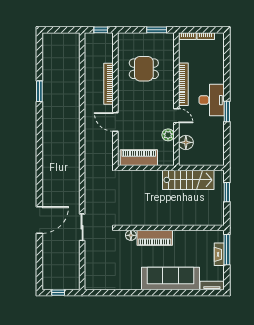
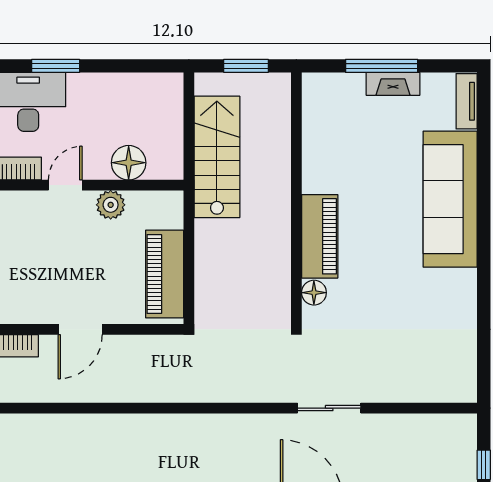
wall: (171, 228) -> (296, 198), moved
floor lamp: (131, 235) -> (314, 293), moved
piano: (155, 238) -> (320, 236), moved

